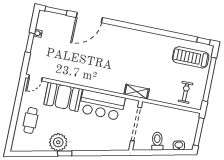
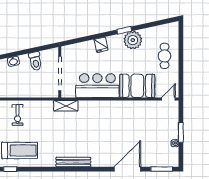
bench: (141, 35) -> (73, 162), added
fridge: (90, 144) -> (101, 45), added

